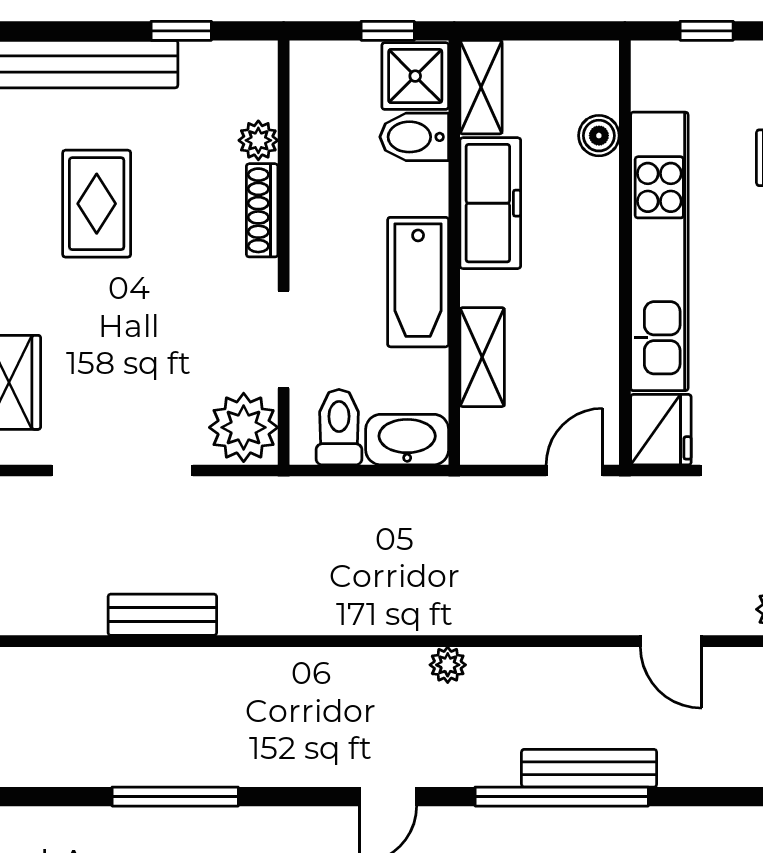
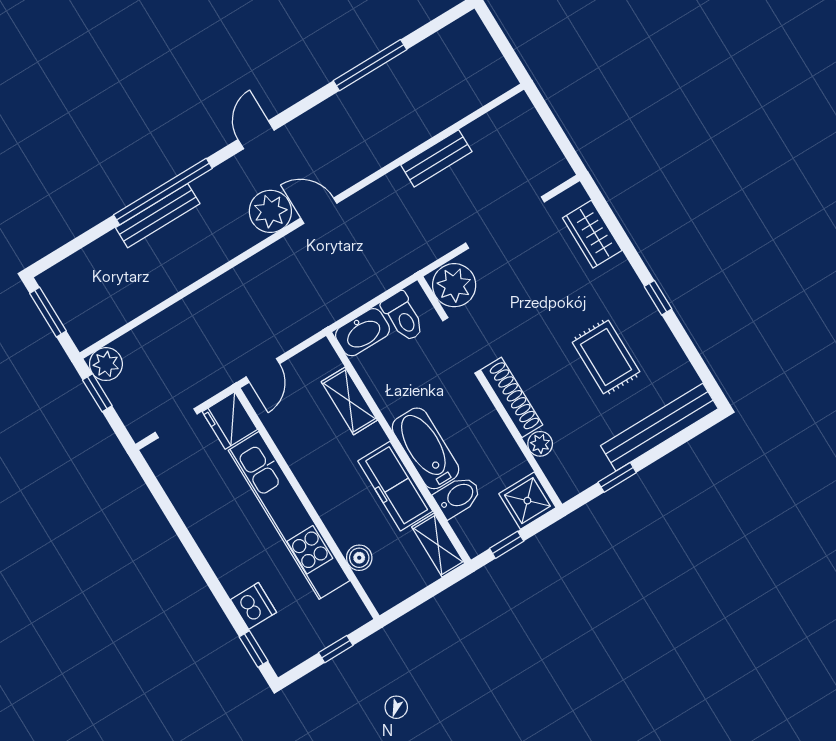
shower: (415, 76) -> (527, 501), moved
shoe rack: (262, 210) -> (512, 397), width x1.36, depth x1.24
bathtub: (418, 282) -> (425, 448), moved
door: (671, 641) -> (319, 211), moved
plant: (448, 665) -> (270, 211), width x1.88, depth x1.88

